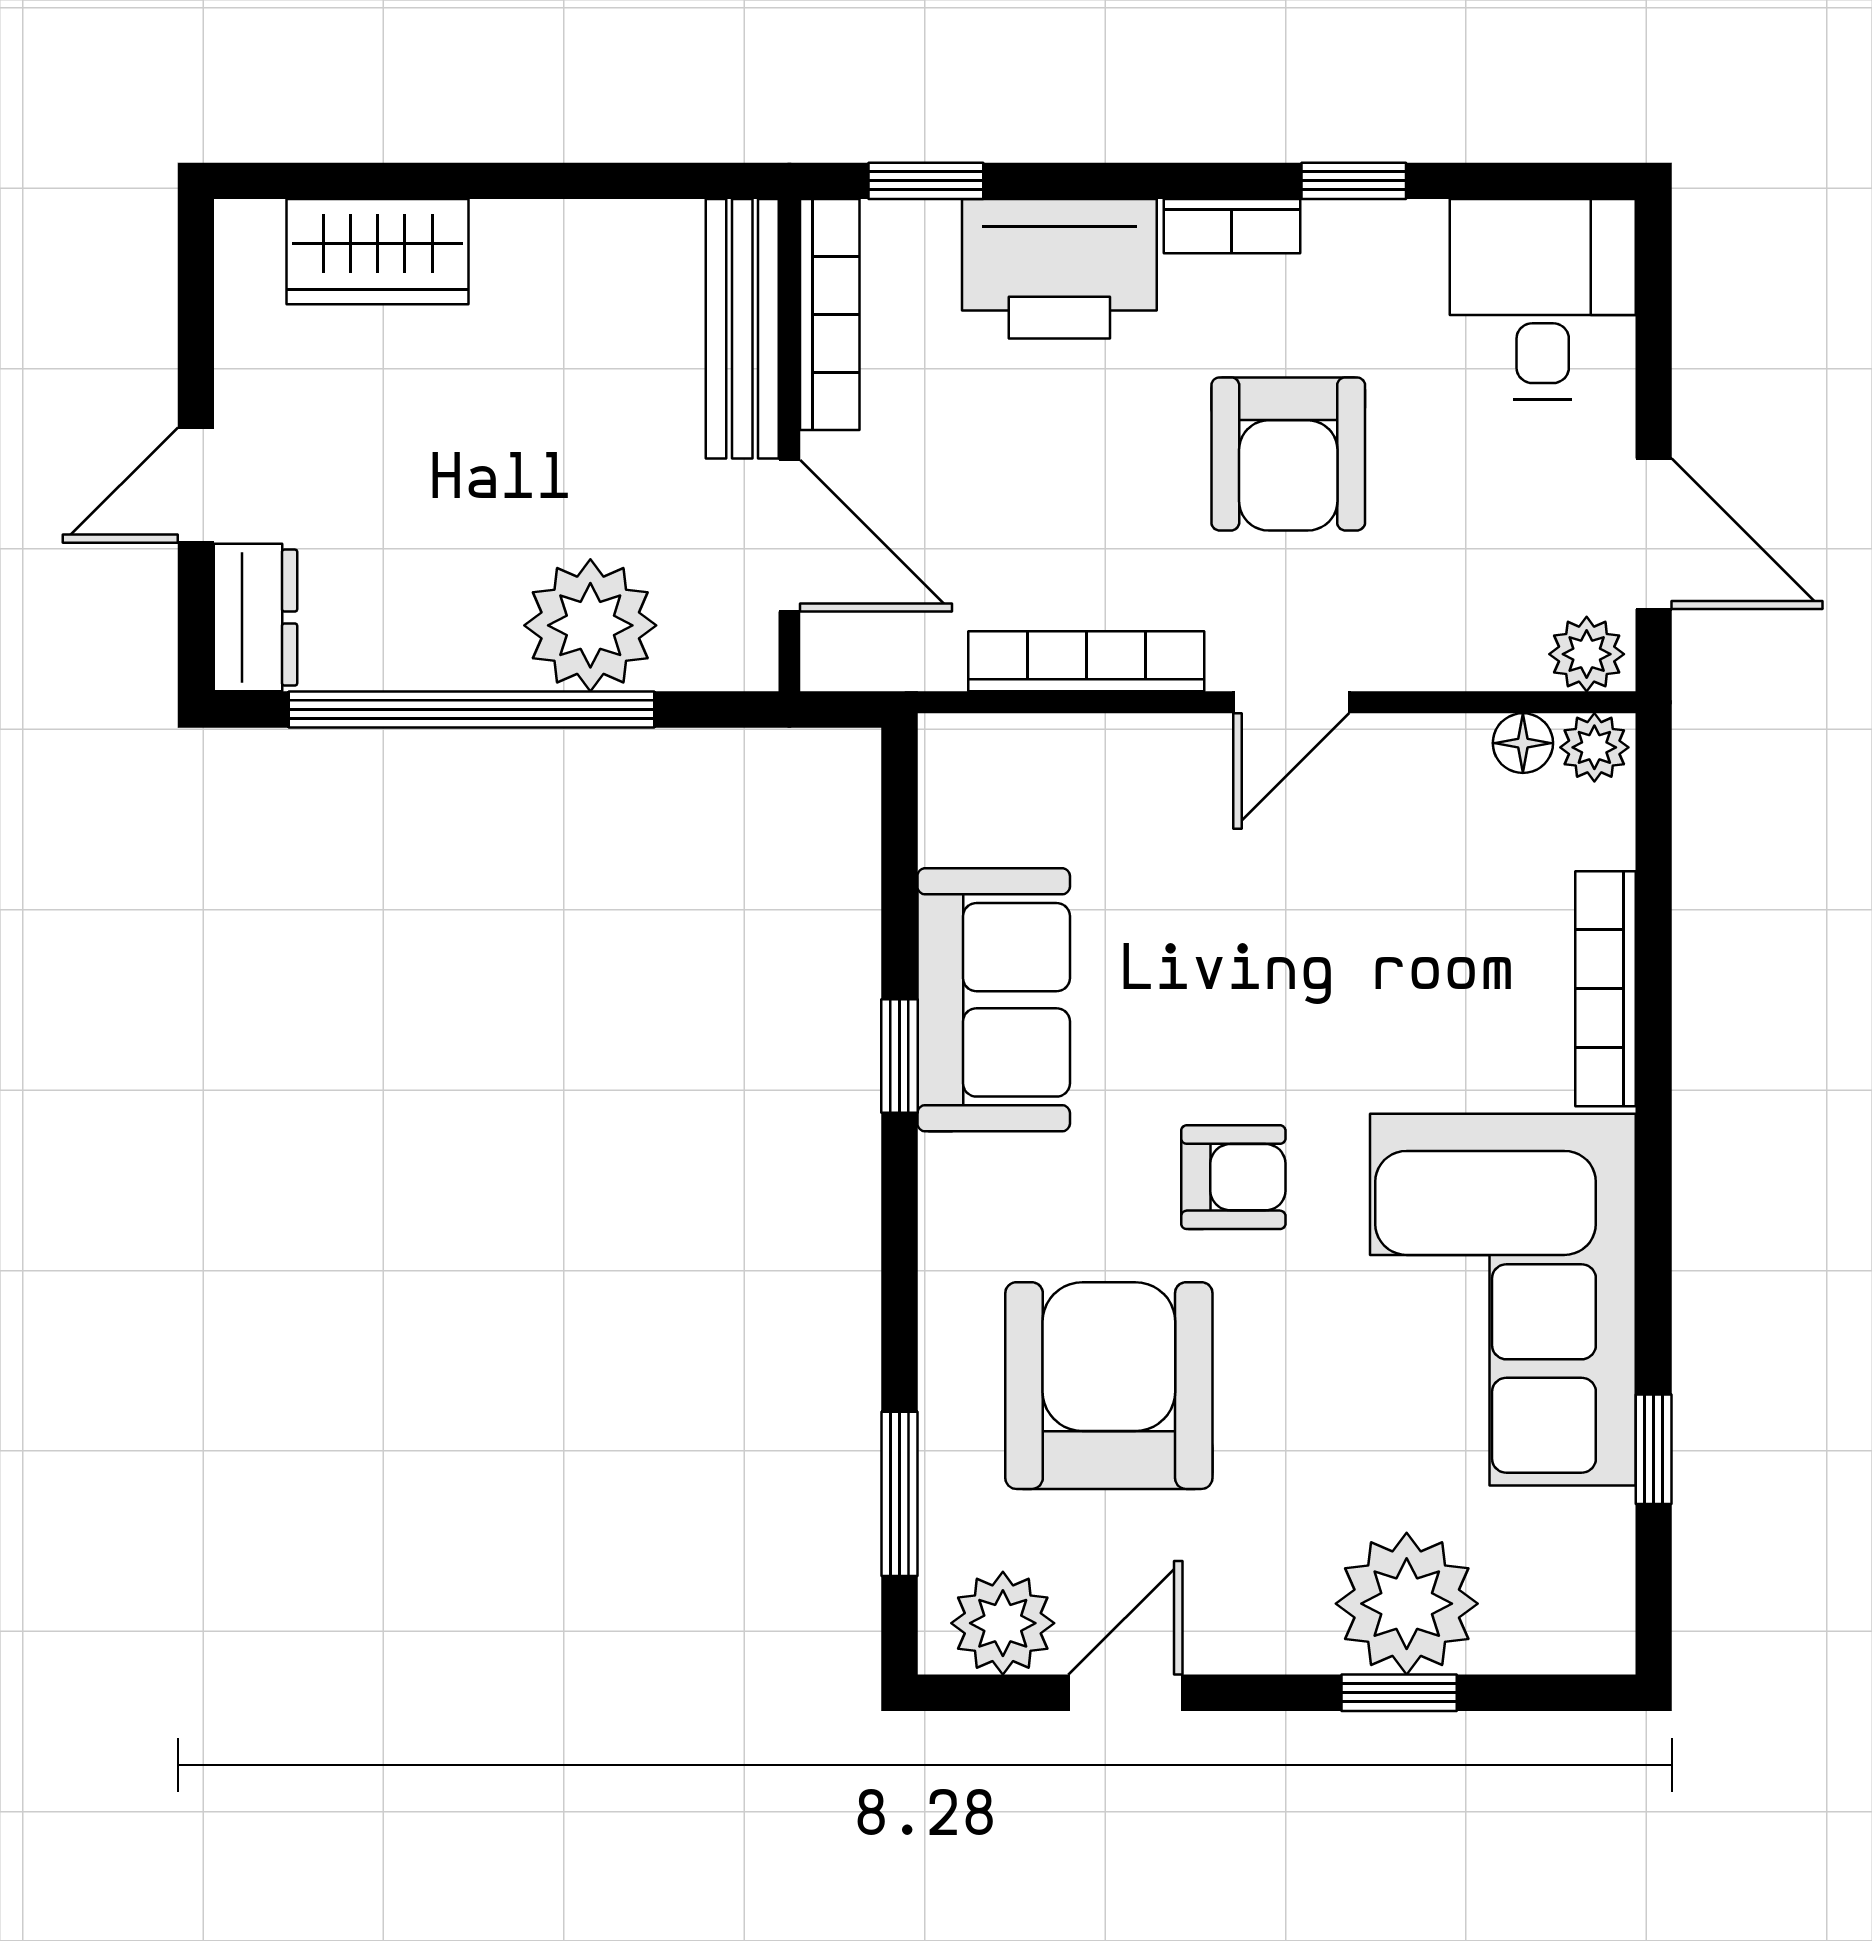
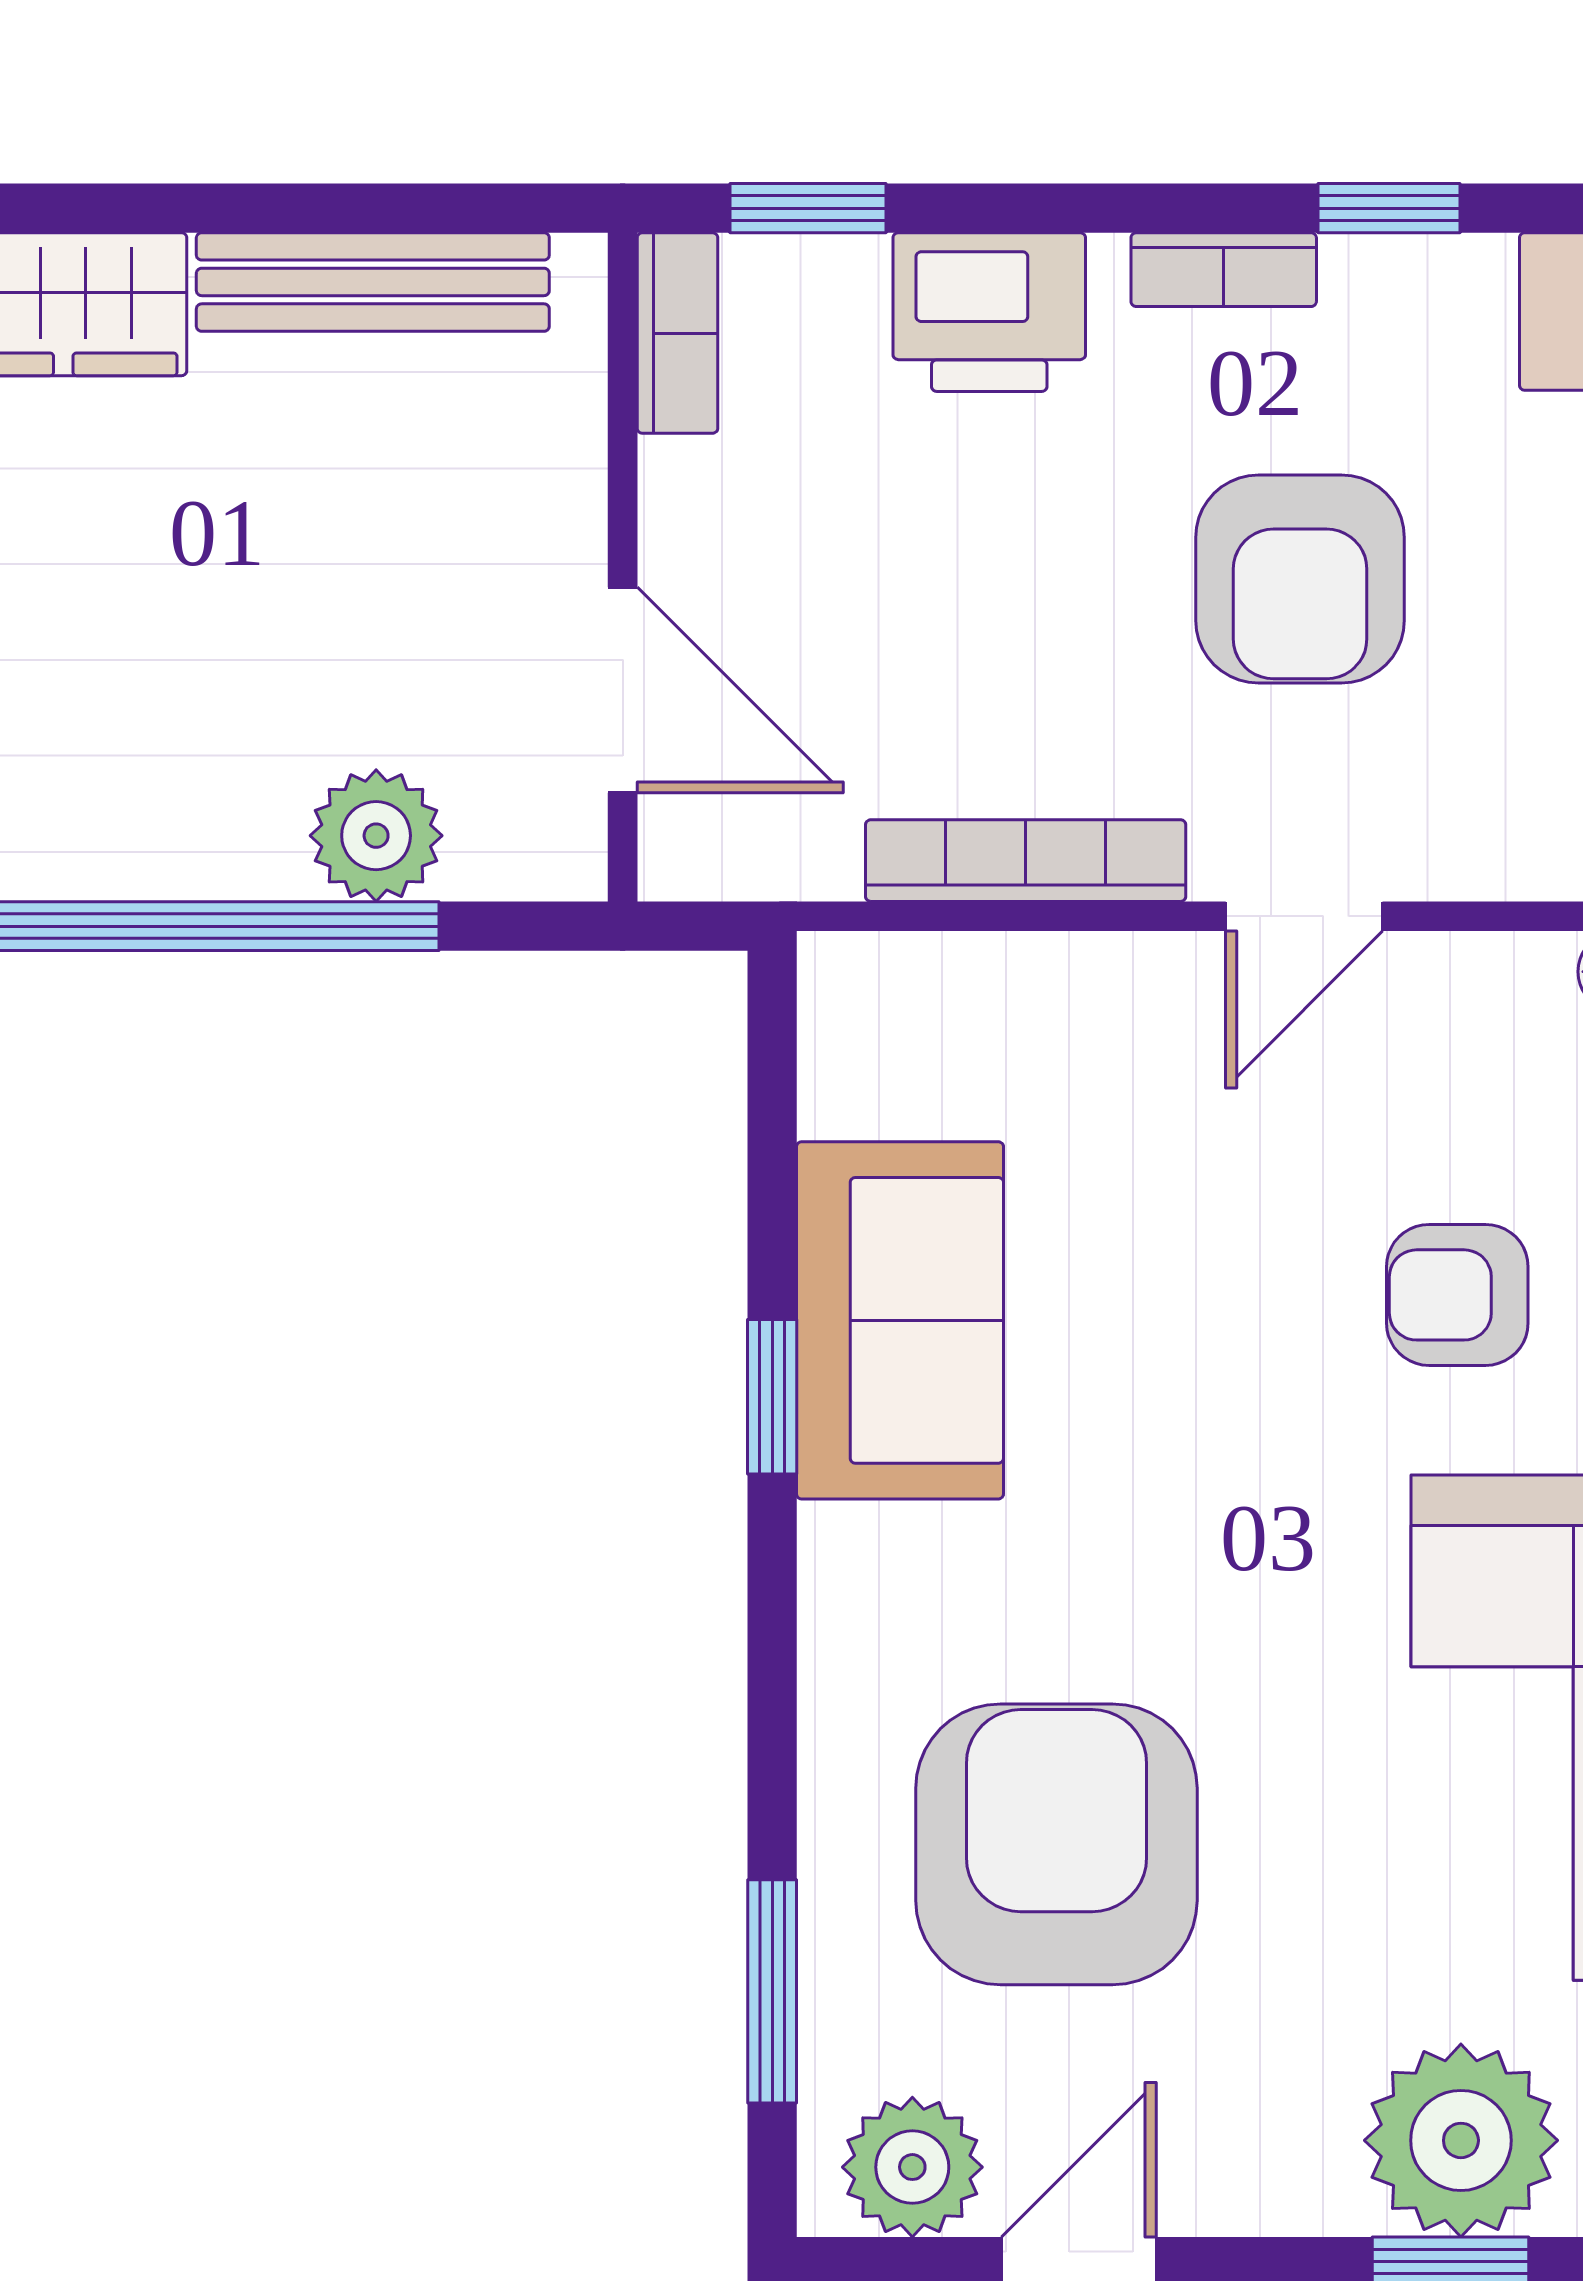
printer: (1059, 269) -> (989, 312), width x0.73, depth x0.84
bookcase: (830, 314) -> (677, 333), width x0.64
bench: (742, 329) -> (373, 282), moved, turned 90
plant: (590, 625) -> (376, 836), width x0.73, depth x0.73
armchair: (1233, 1177) -> (1457, 1295), moved, turned 180

